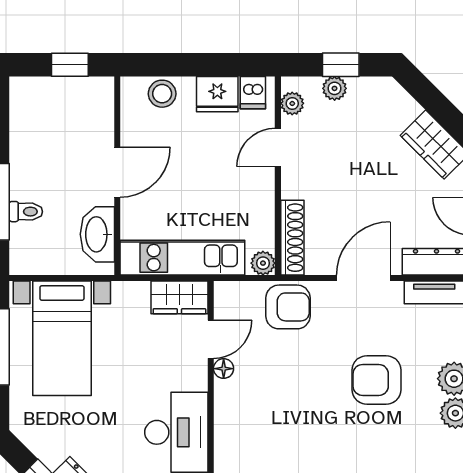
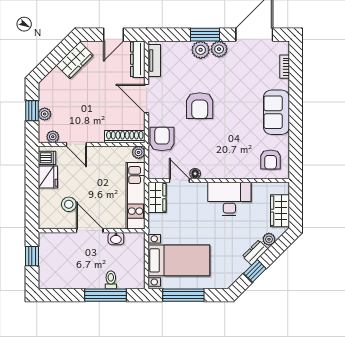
stool: (162, 94) -> (69, 204), moved
washbasin: (97, 234) -> (116, 239), width x0.52, depth x0.69
armchair: (376, 380) -> (200, 106), moved

